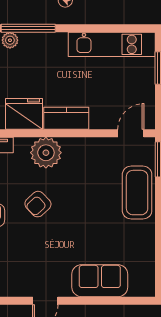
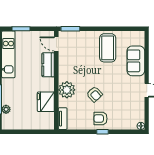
kitchen counter: (66, 118) -> (48, 65), moved
coffee table: (137, 193) -> (108, 48), moved, turned 90

